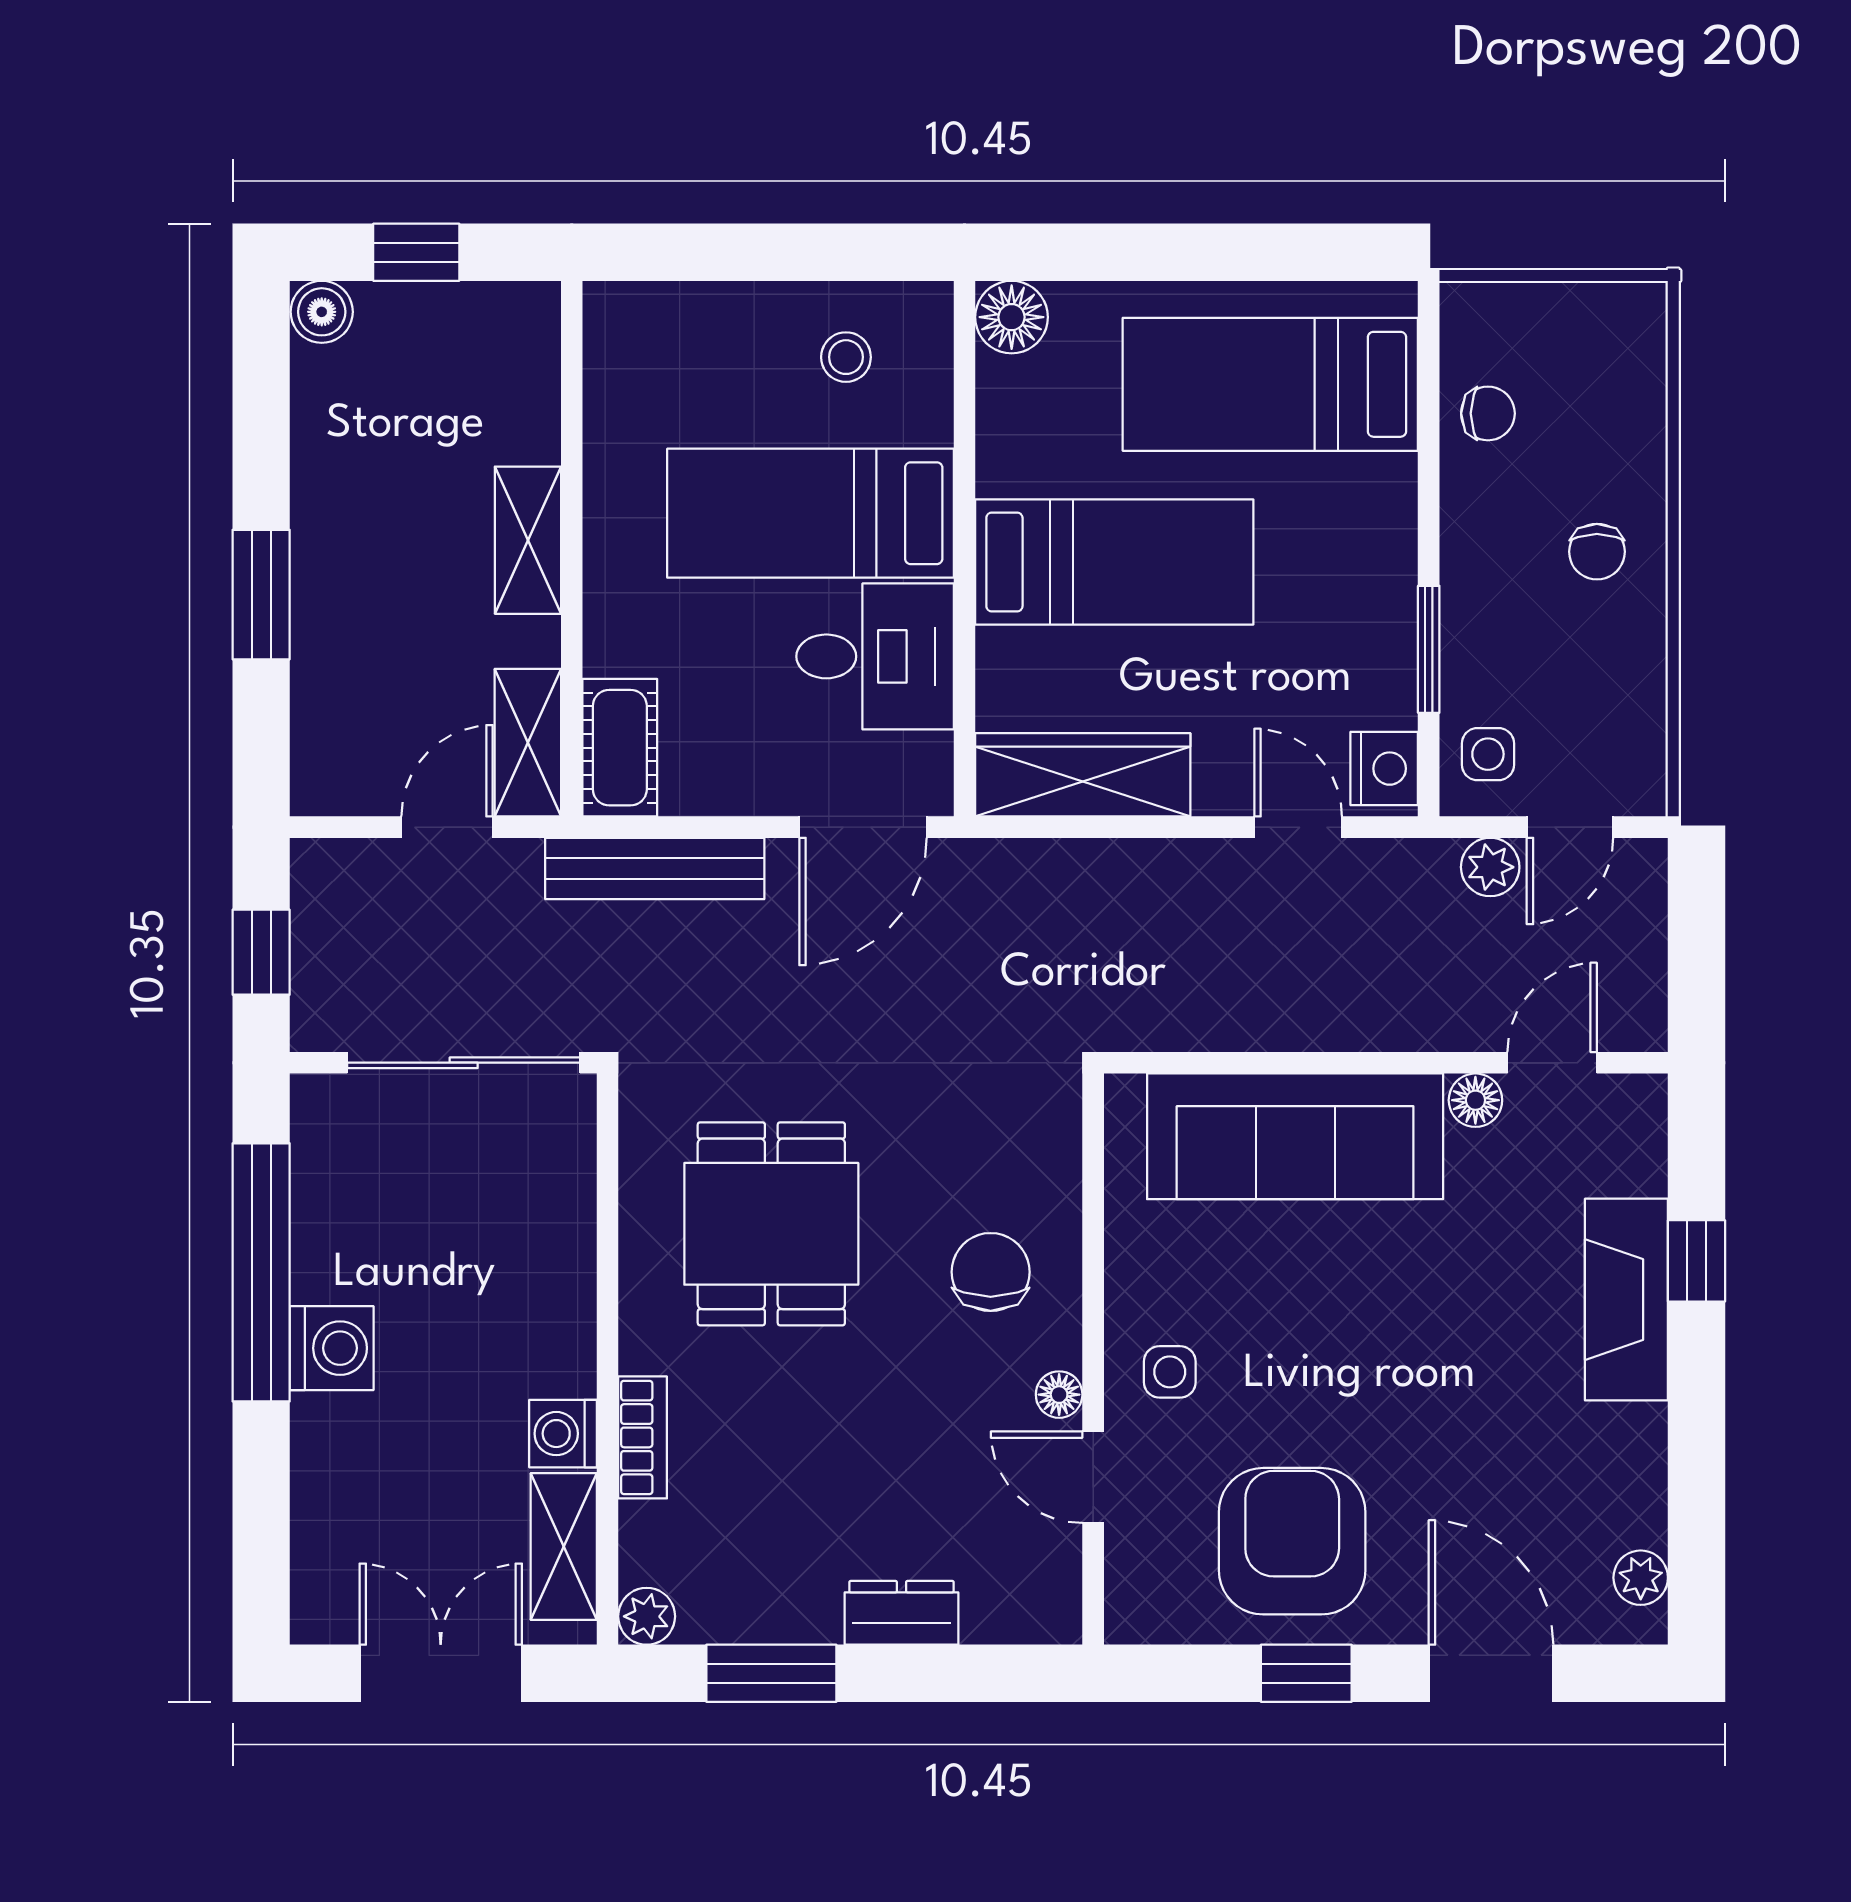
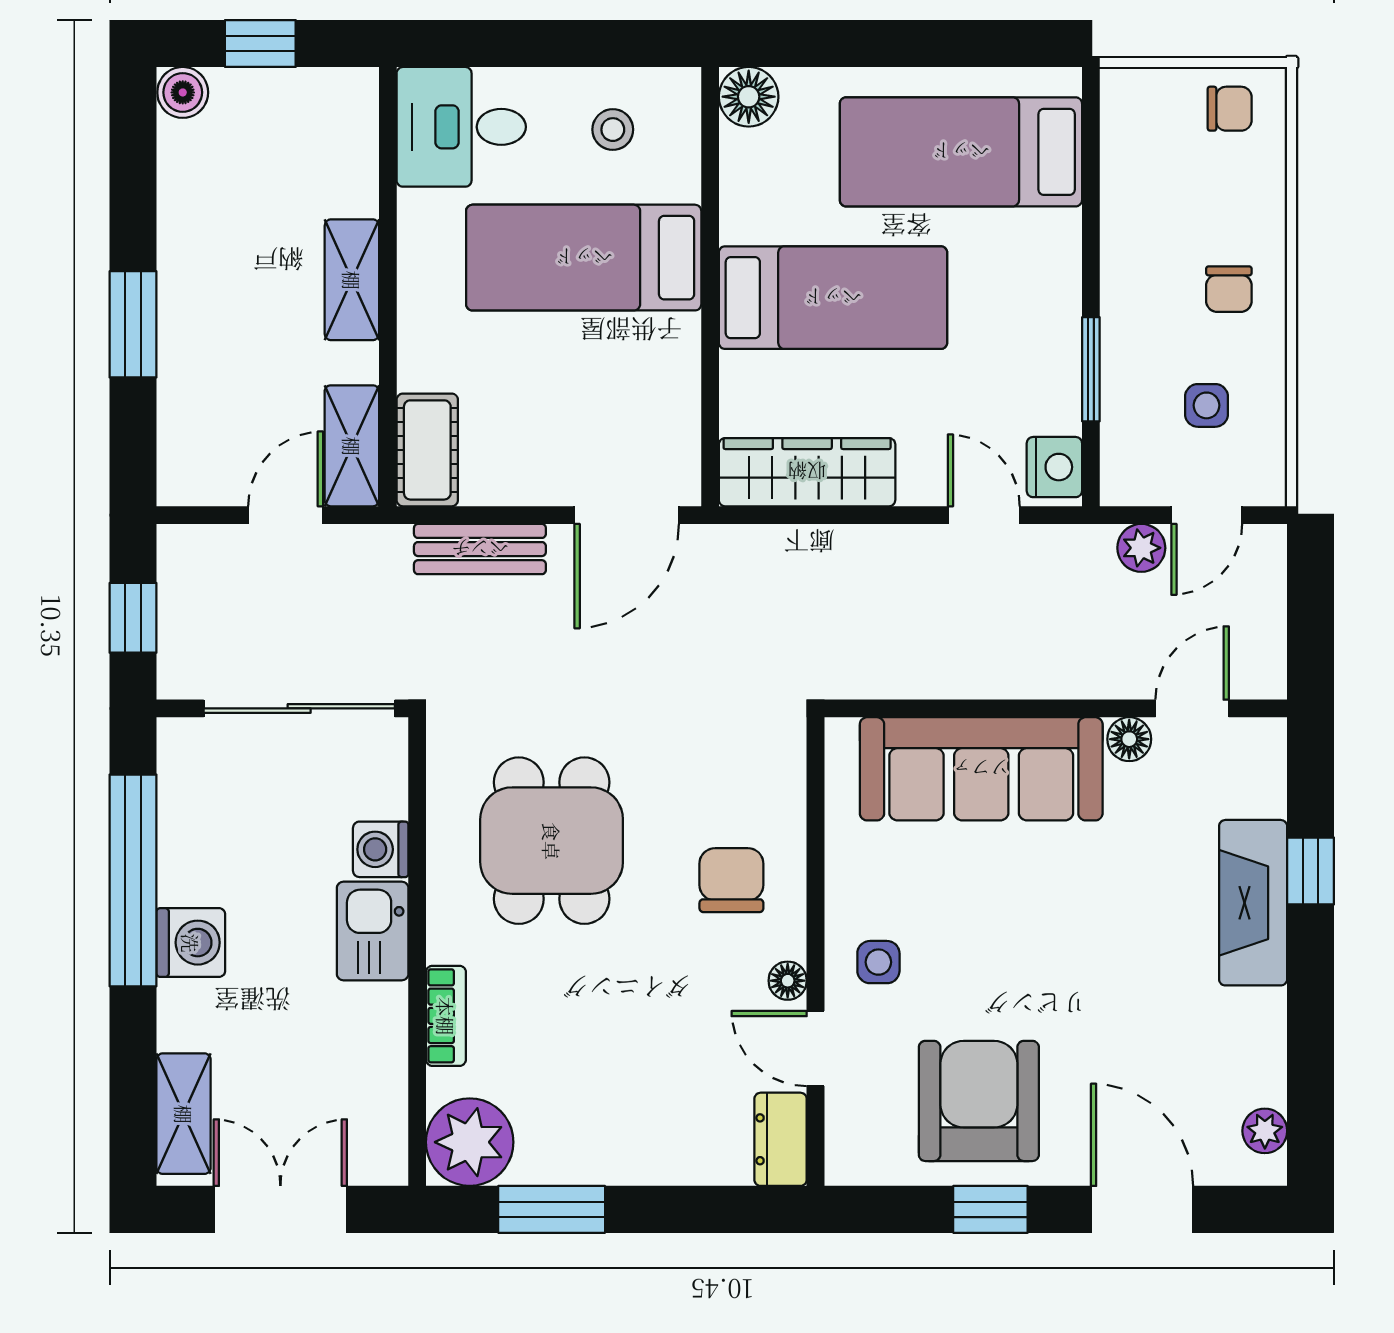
chair: (1488, 413) -> (1230, 109), moved
desk: (875, 656) -> (461, 127), moved, turned 180
side table: (1488, 754) -> (1206, 405), moved
bench: (655, 868) -> (480, 549), width x0.73
kitchen sink: (553, 1334) -> (373, 931), added
washing machine: (563, 1434) -> (381, 849), moved
shelving: (564, 1547) -> (184, 1114), moved
dresser: (901, 1613) -> (781, 1139), moved, turned -90
plant: (647, 1616) -> (470, 1142), width x1.88, depth x1.88

